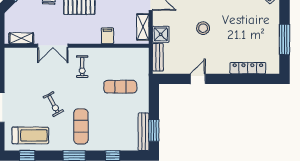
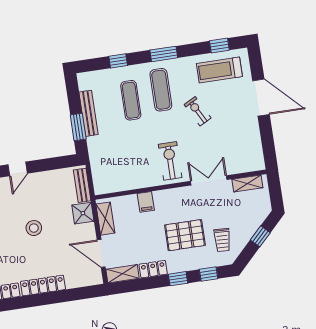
exercise bike: (82, 67) -> (170, 161), width x1.38, depth x1.39
door: (198, 79) -> (18, 169), moved
exercise mat: (120, 87) -> (131, 100), moved, turned 90
window: (154, 130) -> (78, 127), moved
bench: (144, 132) -> (89, 113), moved

